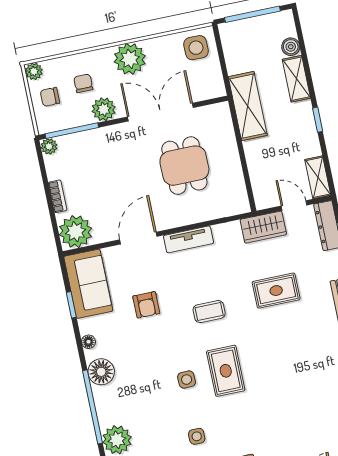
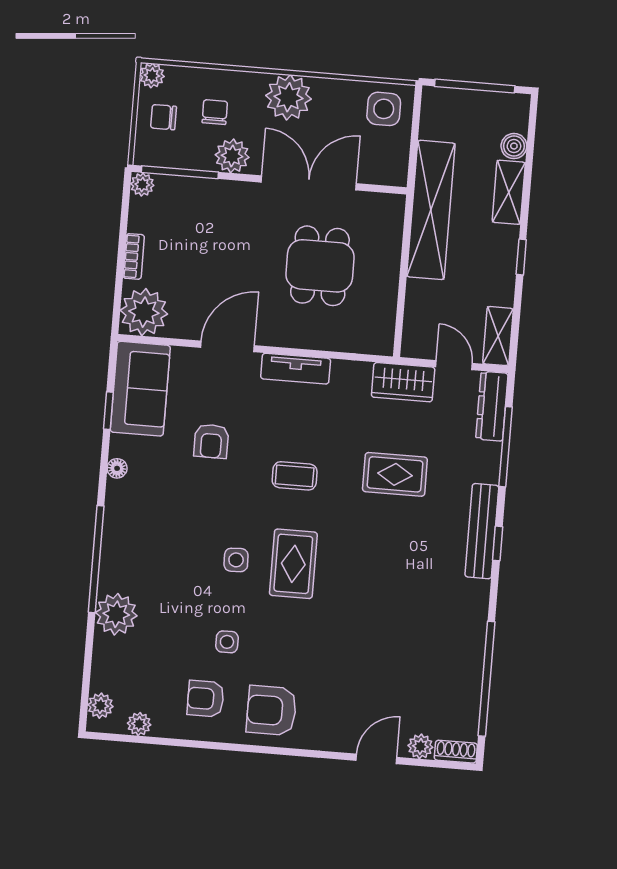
shelving: (248, 106) -> (431, 210), width x1.47
floor lamp: (101, 372) -> (122, 515), removed

